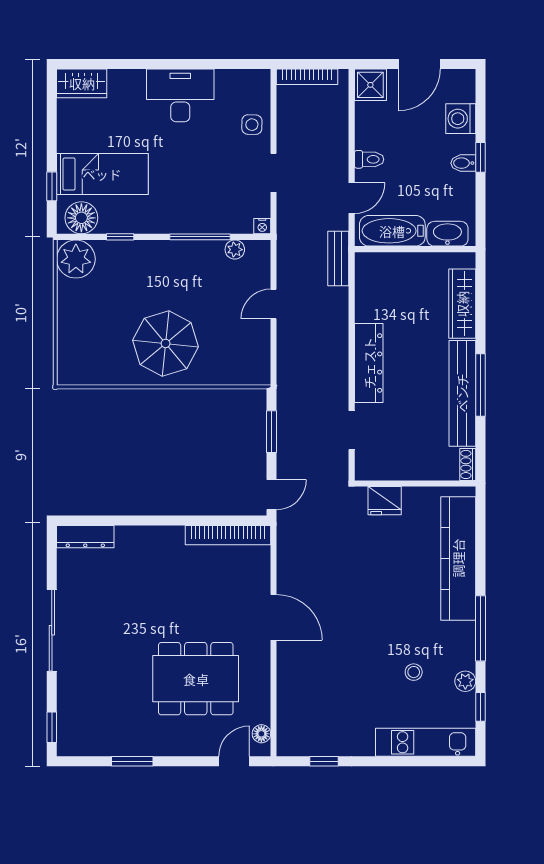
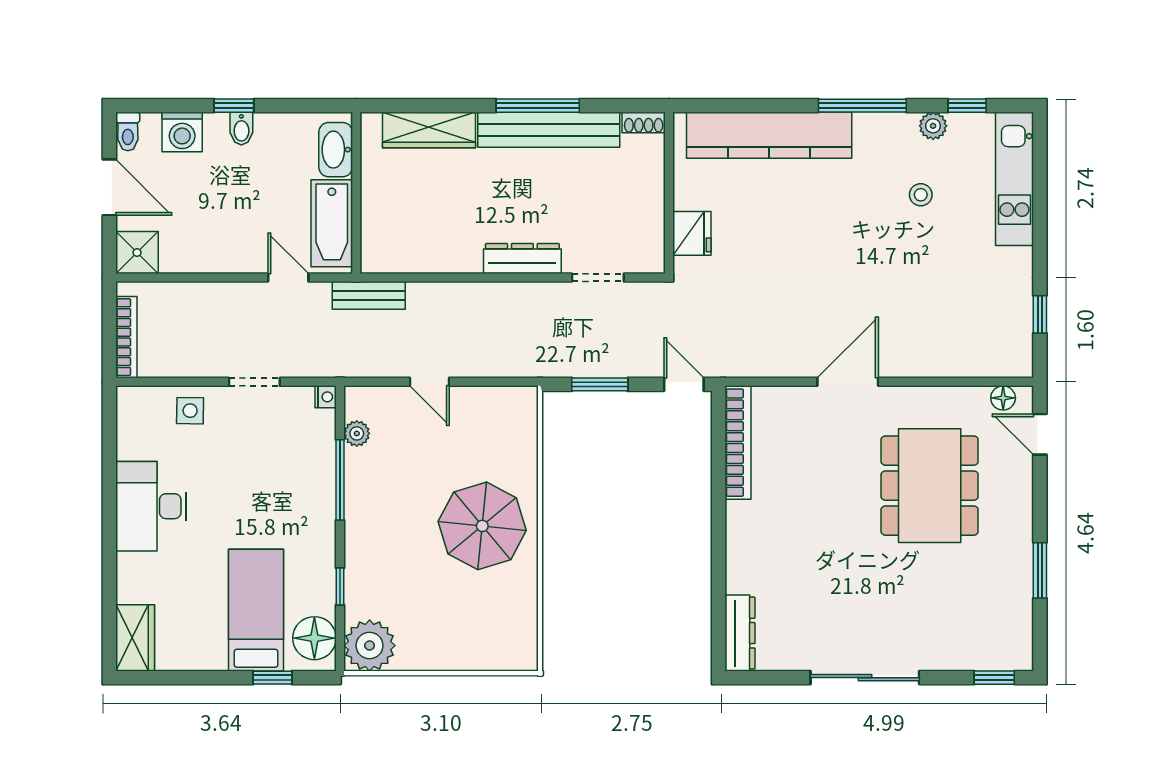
toilet: (369, 159) -> (128, 131), moved, turned 180
dresser: (369, 363) -> (522, 259), width x0.73, depth x0.80

